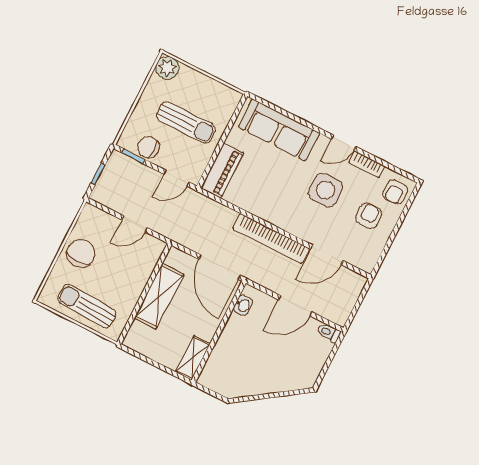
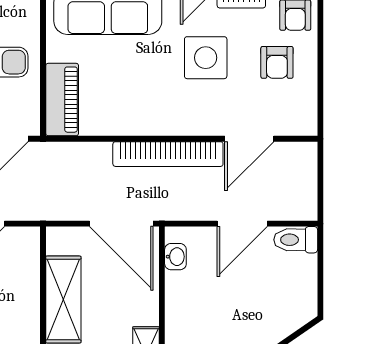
armchair: (369, 216) -> (277, 62), turned 180
toilet: (329, 333) -> (296, 240), width x1.37, depth x1.39

